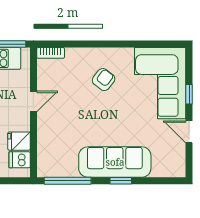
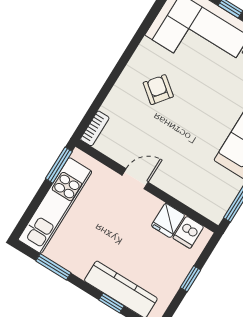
door: (33, 101) -> (135, 179), hinge flipped

